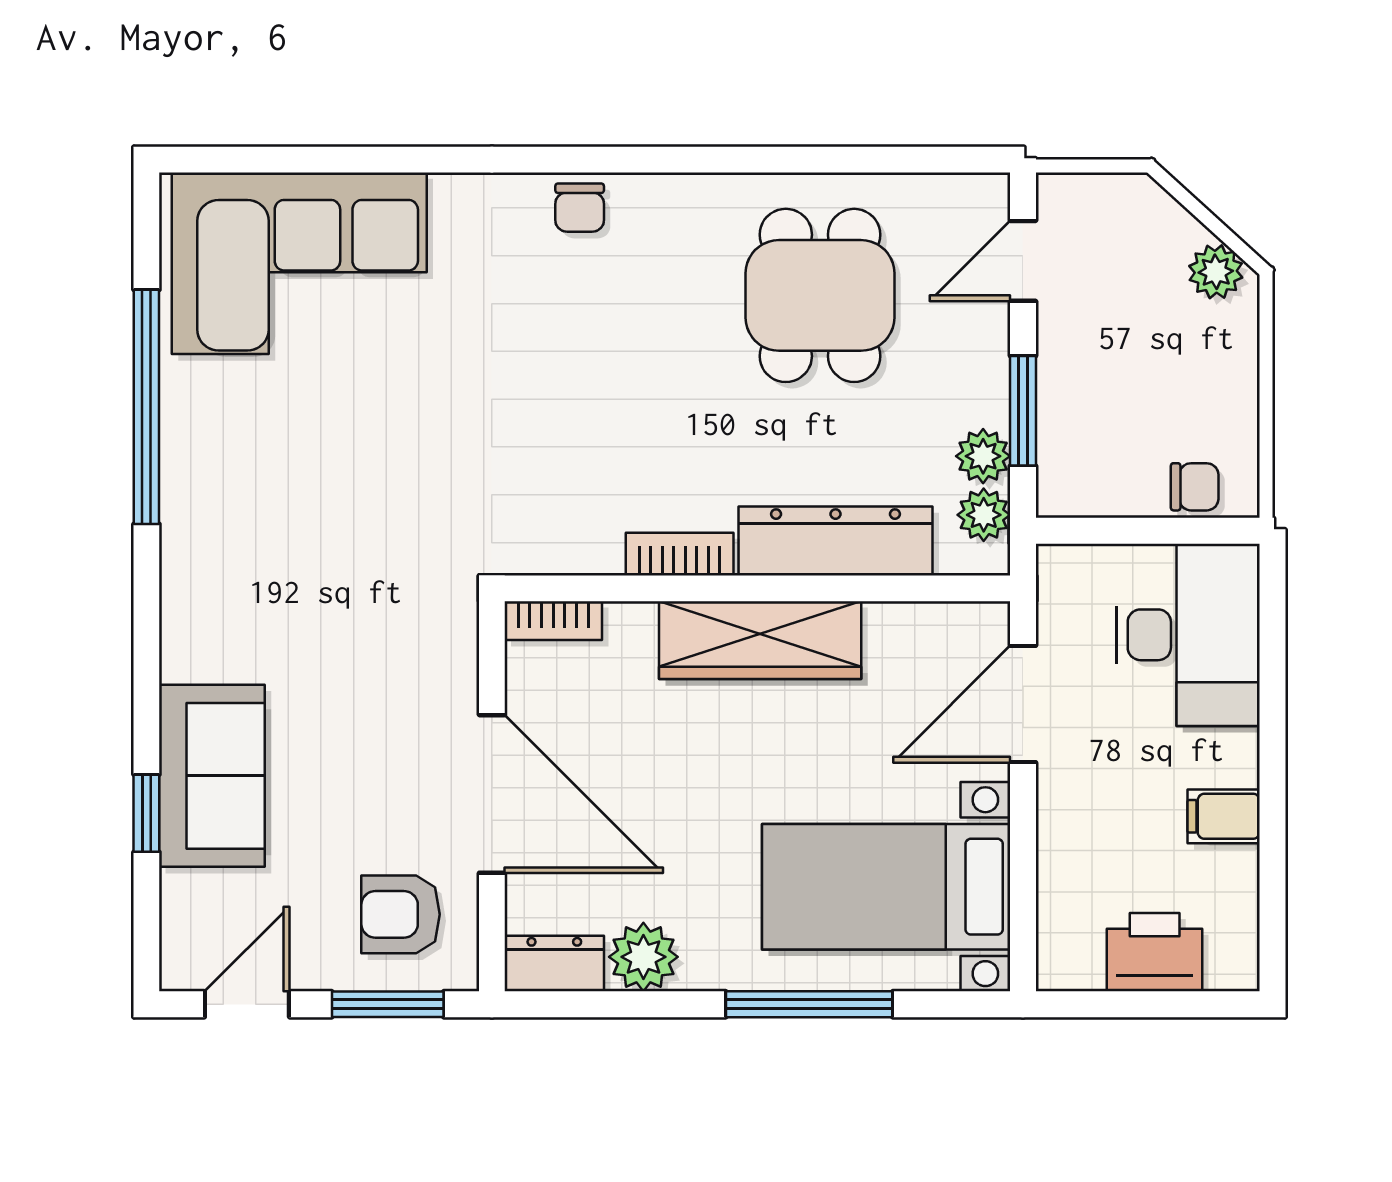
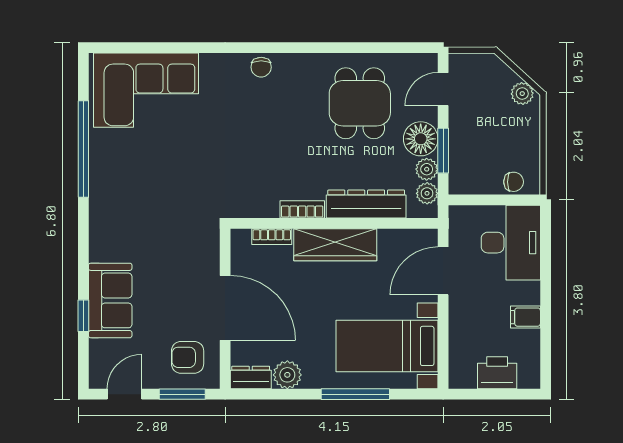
floor lamp: (968, 382) -> (421, 139), added
bookcase: (553, 621) -> (272, 237), moved

